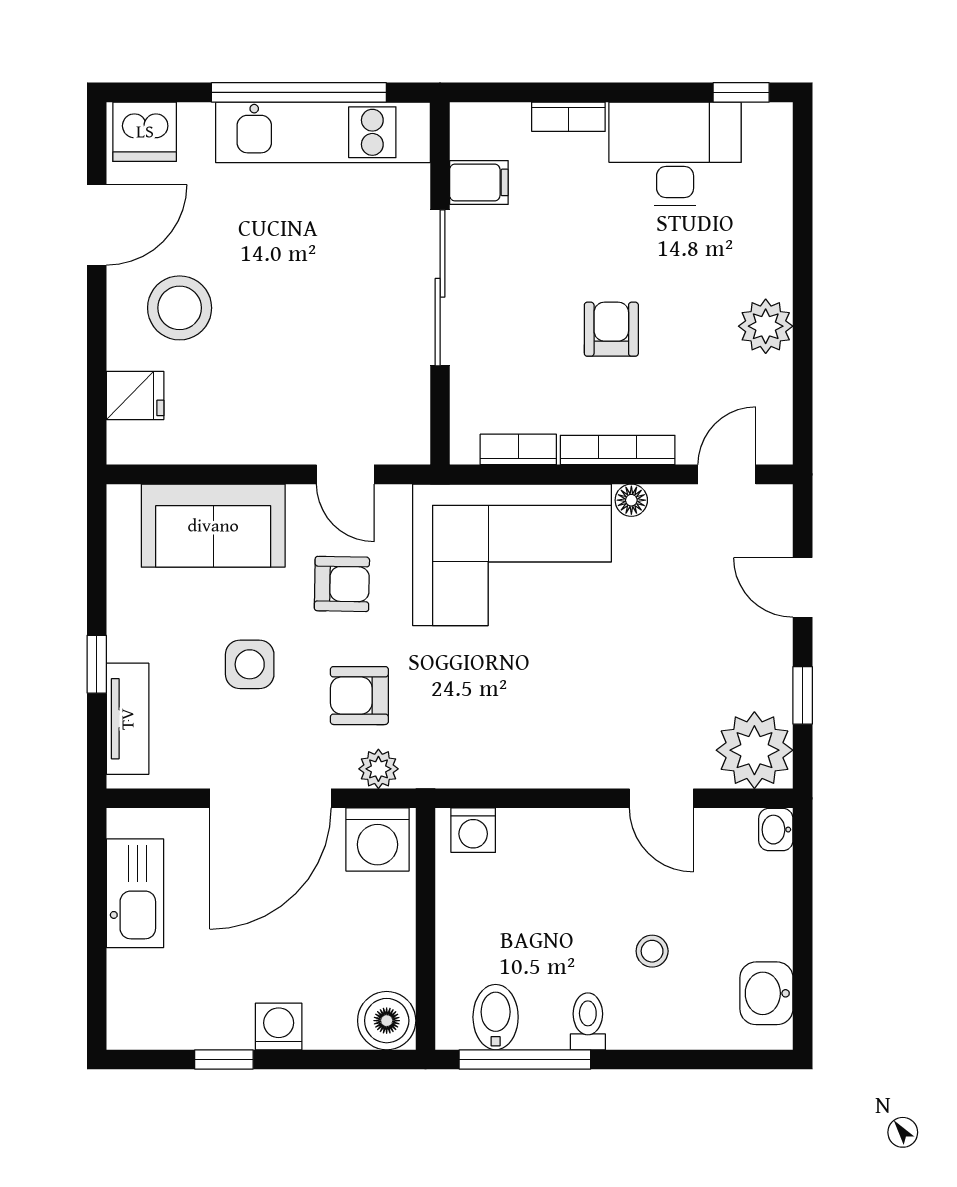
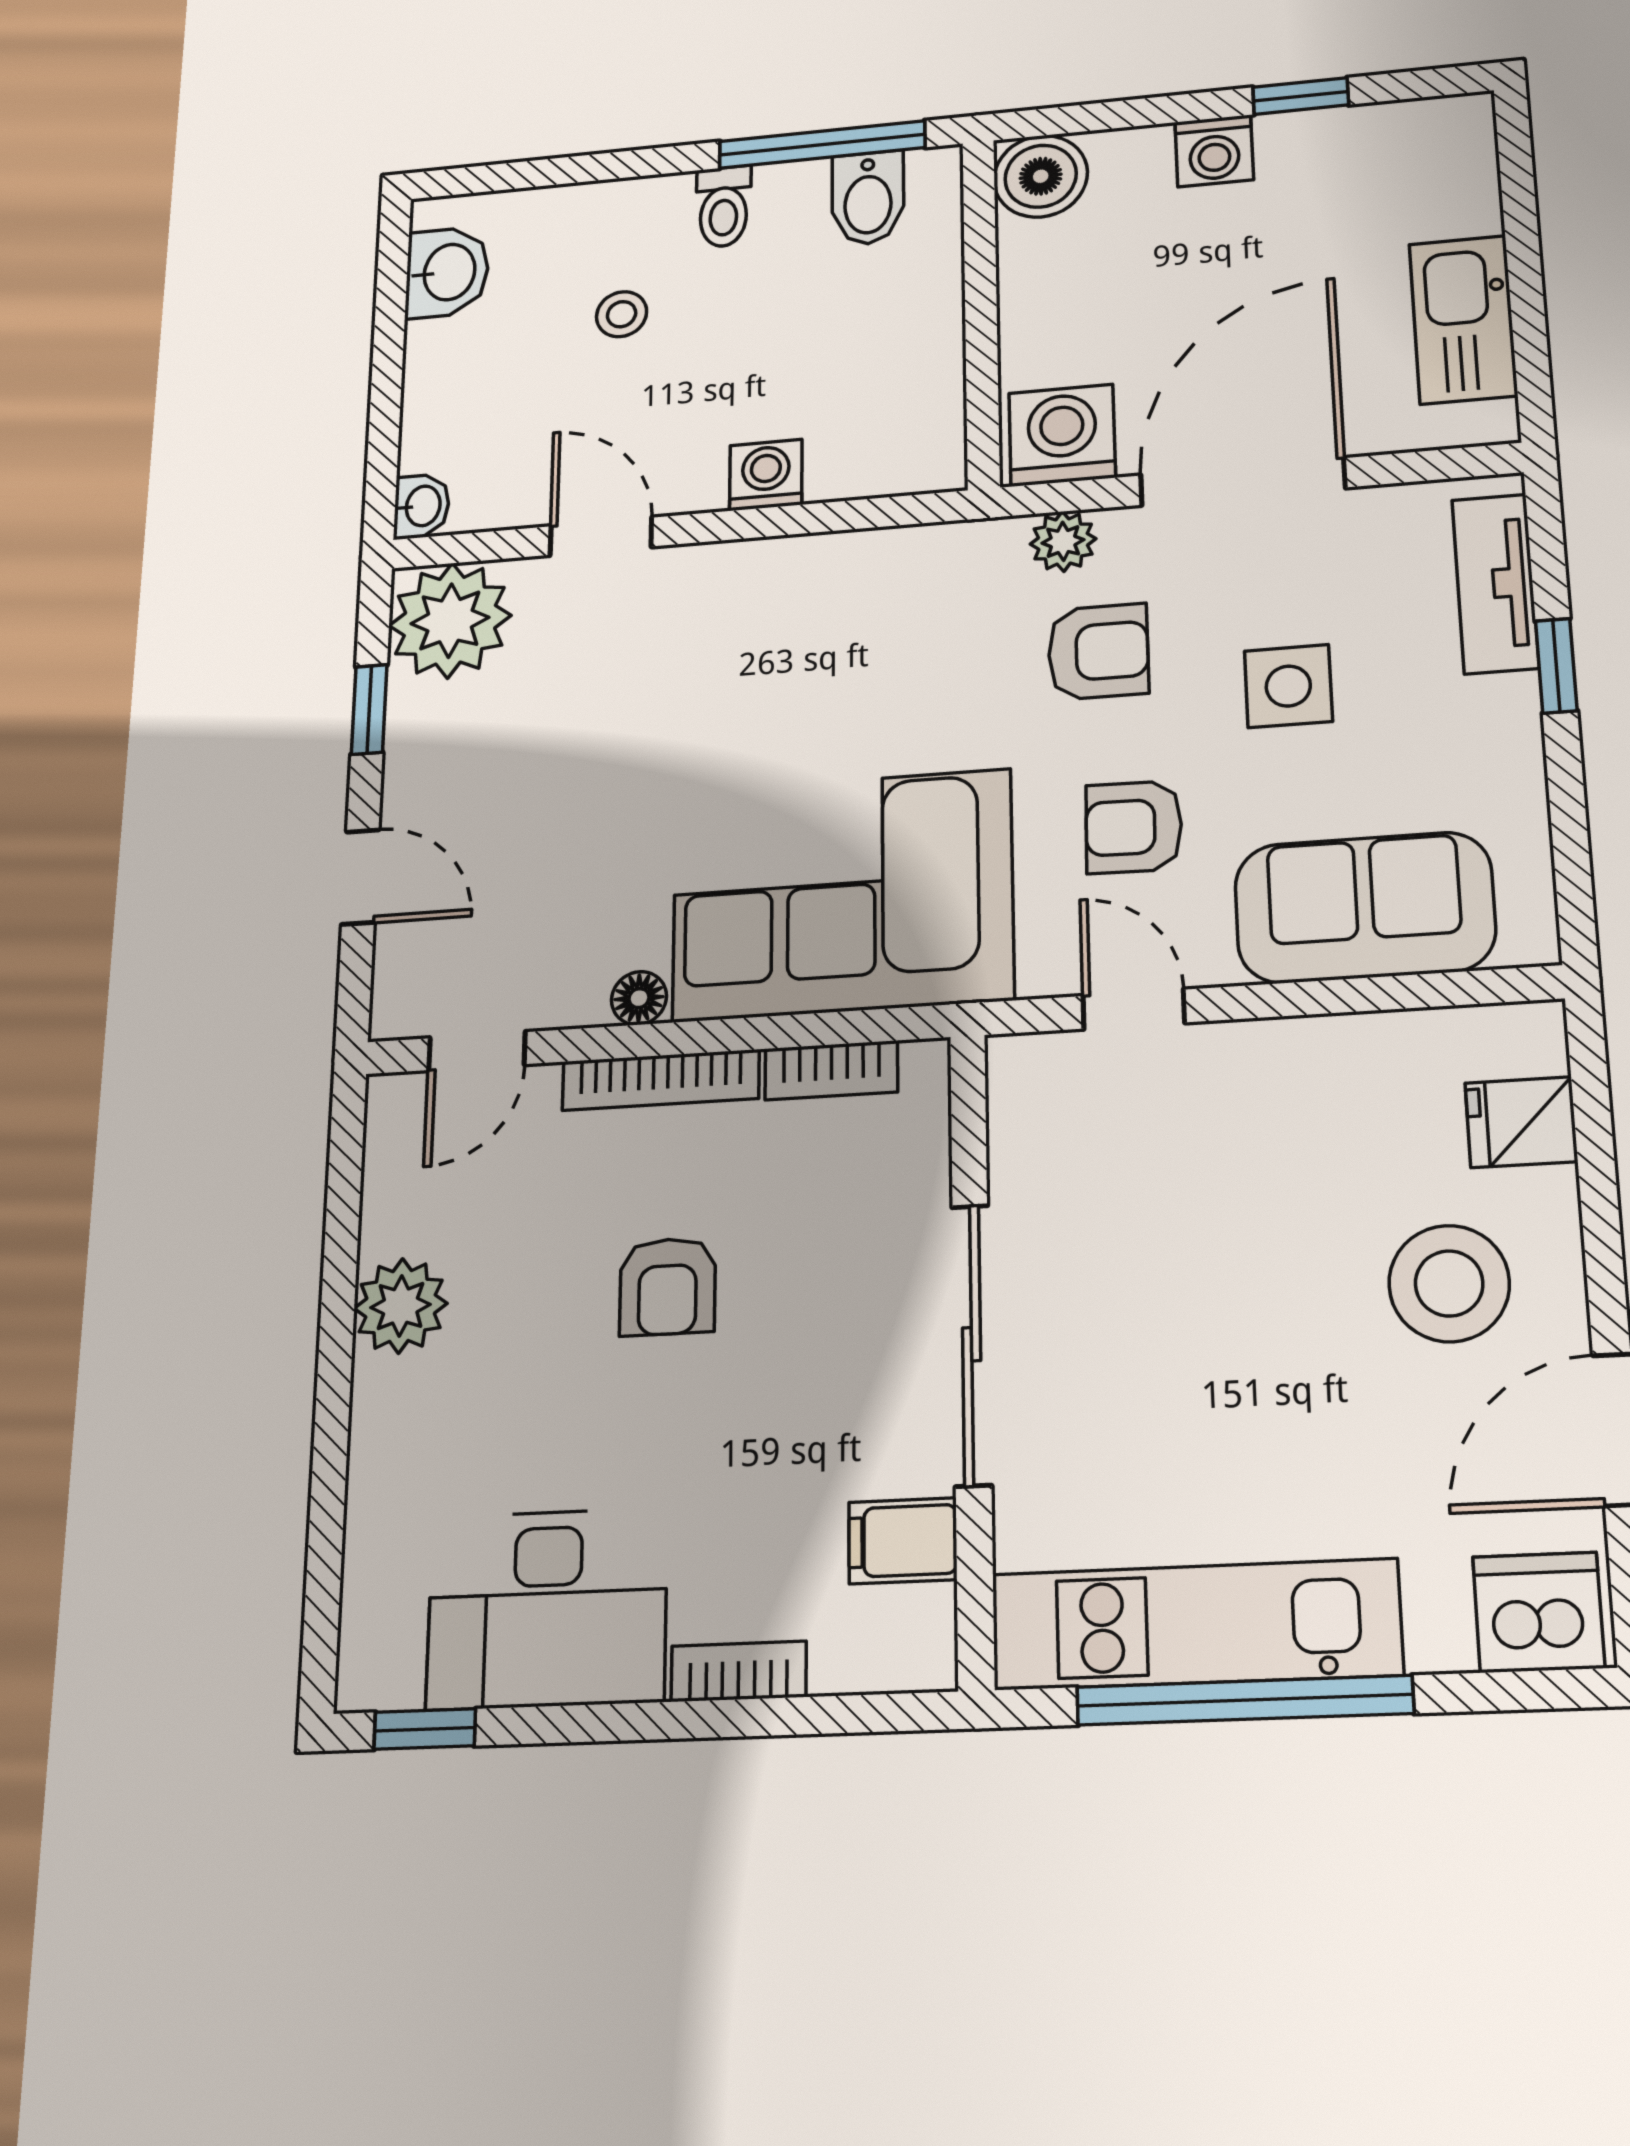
washing machine: (473, 830) -> (766, 475), moved

